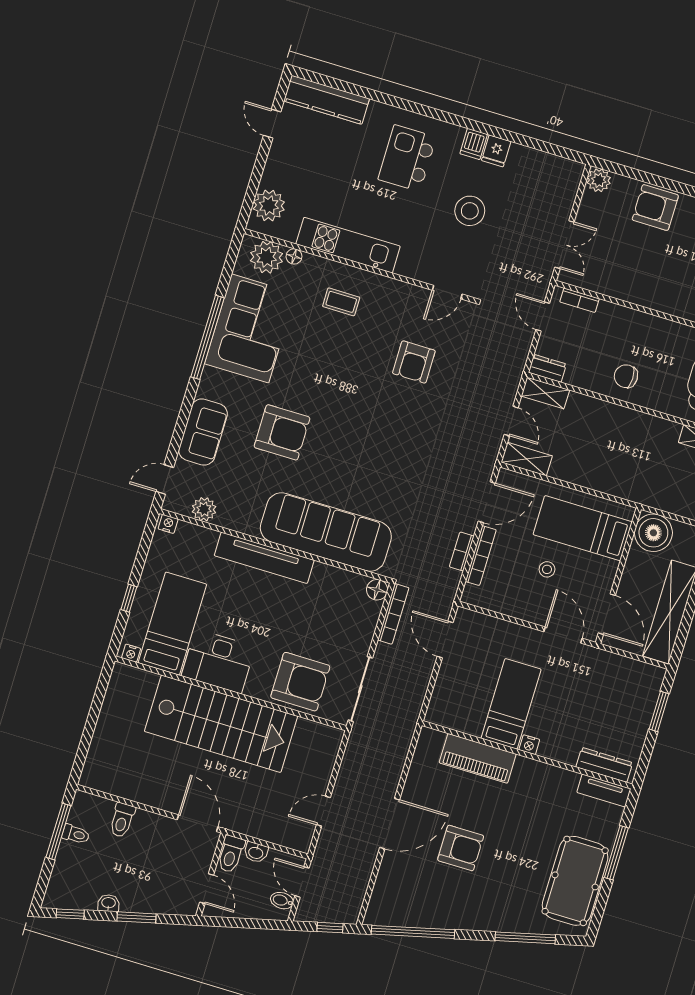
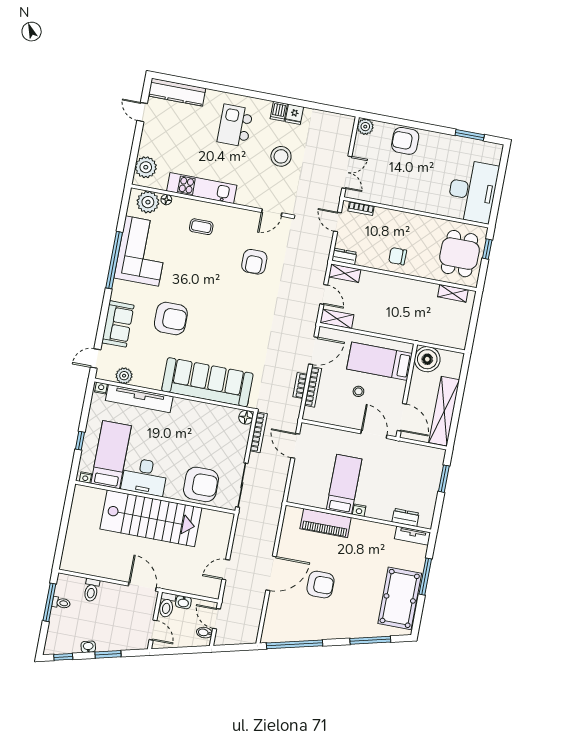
tv unit: (264, 558) -> (139, 399), moved
dresser: (604, 765) -> (406, 517), width x0.70
window: (330, 928) -> (239, 647), removed

